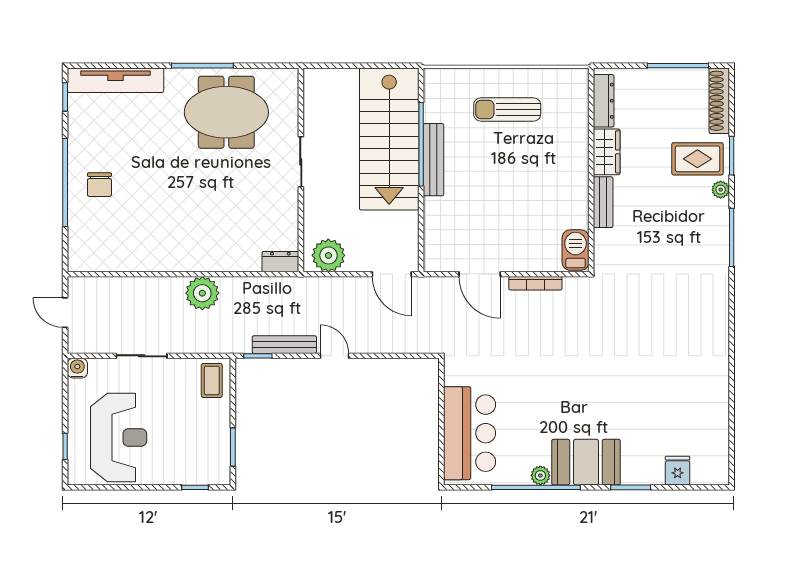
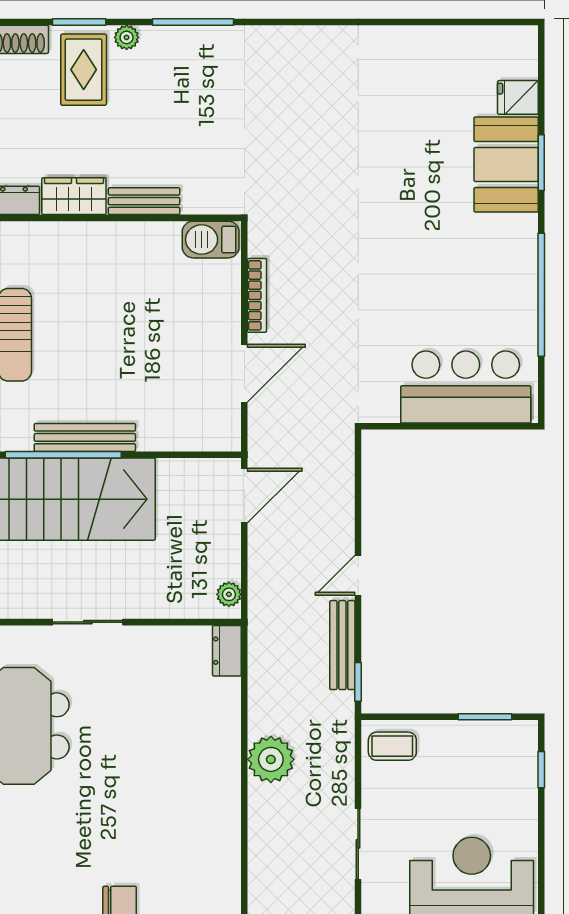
plant: (328, 255) -> (229, 594), width x0.53, depth x0.53
booth: (586, 462) -> (506, 164), moved
plant: (540, 475) -> (525, 288), removed

